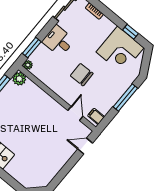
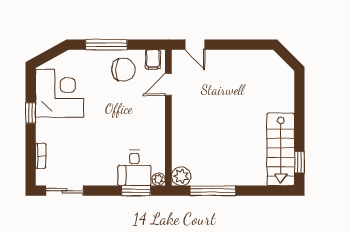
window: (131, 32) -> (31, 113), moved
desk: (58, 41) -> (134, 168), moved
chair: (82, 75) -> (123, 70), moved, turned -89

